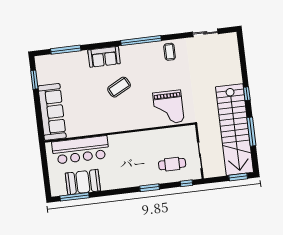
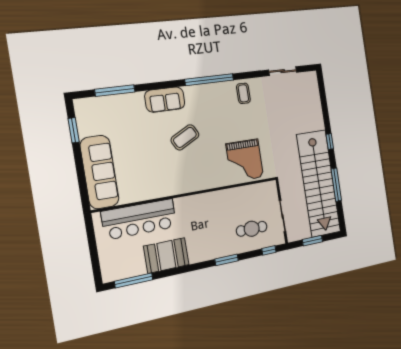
window: (238, 177) -> (312, 241), moved
booth: (83, 182) -> (166, 255), moved

